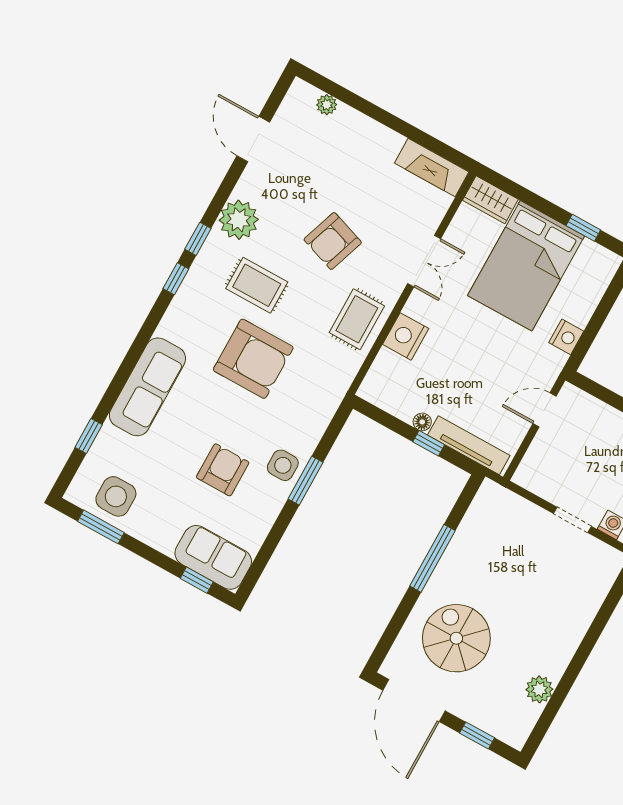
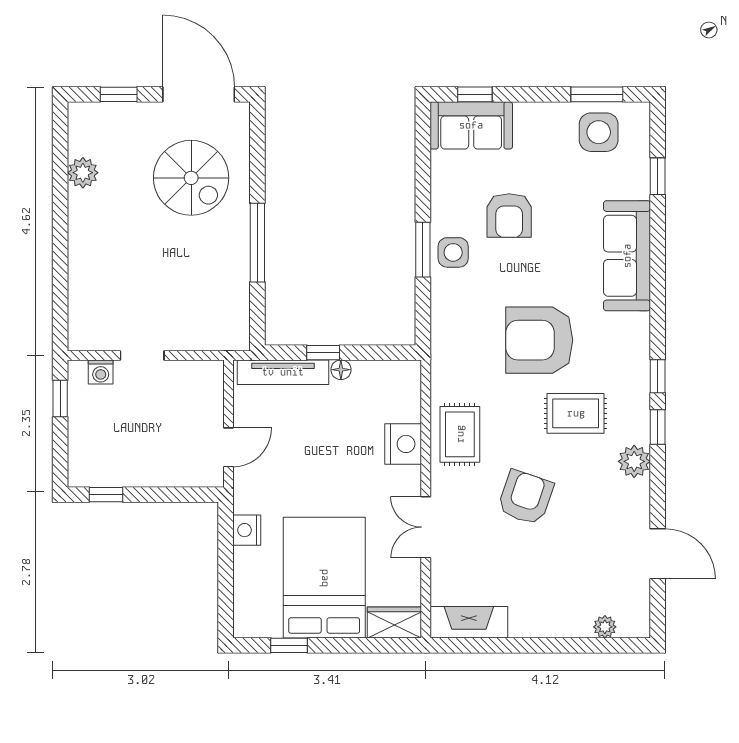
plant: (239, 220) -> (634, 461), width x0.73, depth x0.73

